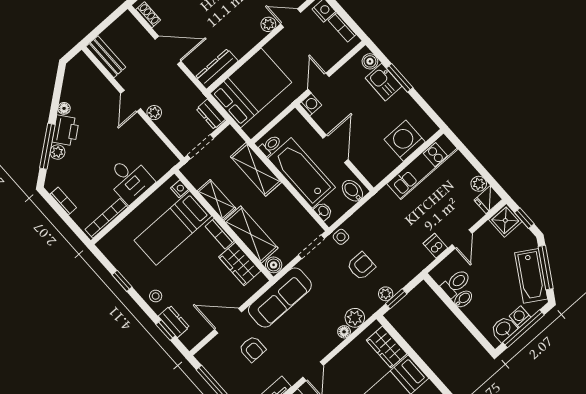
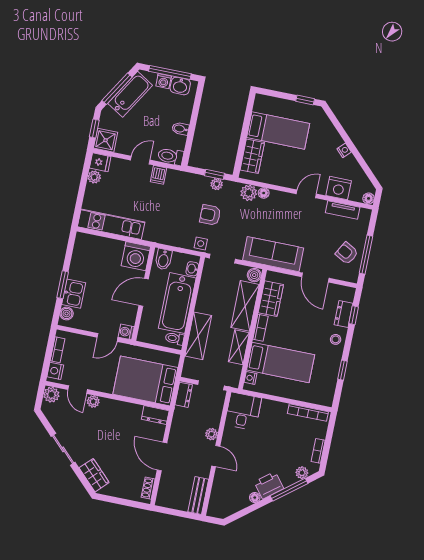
dresser: (217, 69) -> (155, 415), width x0.70
door: (131, 101) -> (216, 456), hinge flipped
washing machine: (405, 141) -> (136, 256), moved
plant: (57, 152) -> (302, 473), moved
desk: (130, 180) -> (243, 411), moved
toilet: (456, 283) -> (171, 156), moved
armchair: (252, 349) -> (347, 253), moved, turned -61

